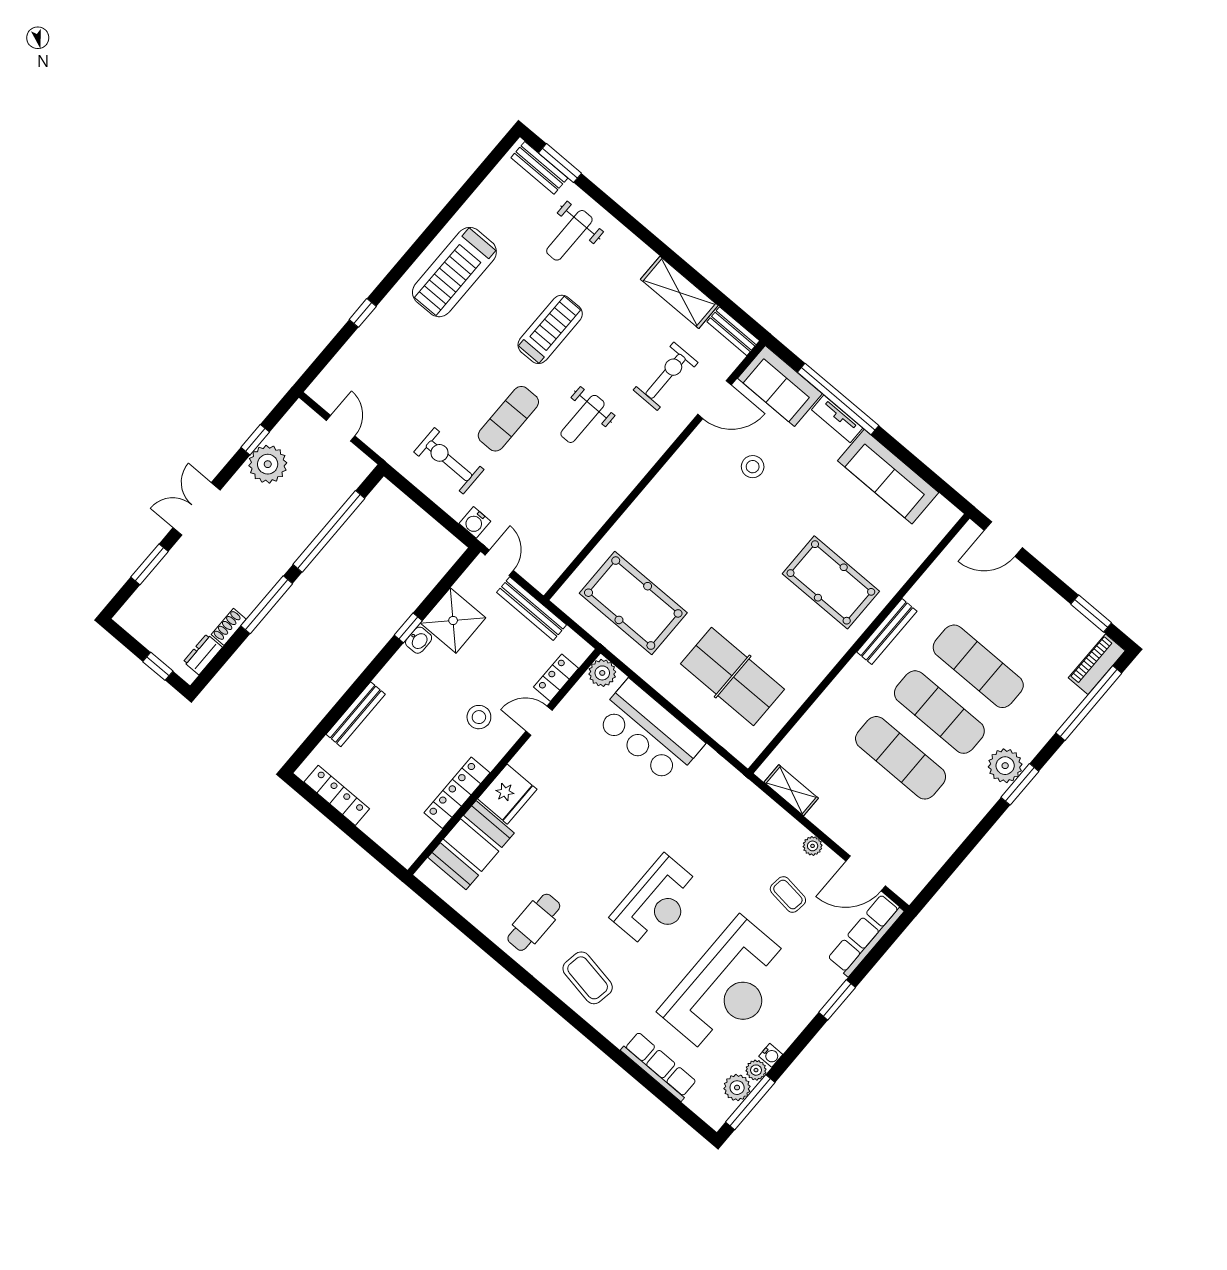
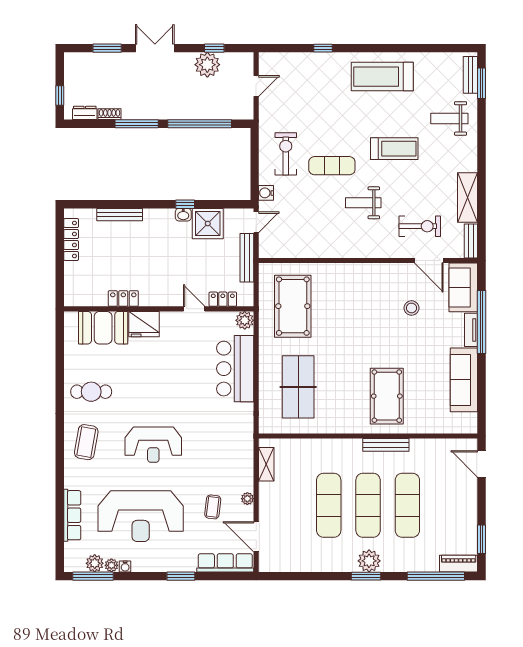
stool: (479, 717) -> (170, 277), removed
locker: (457, 793) -> (123, 298), width x0.66

